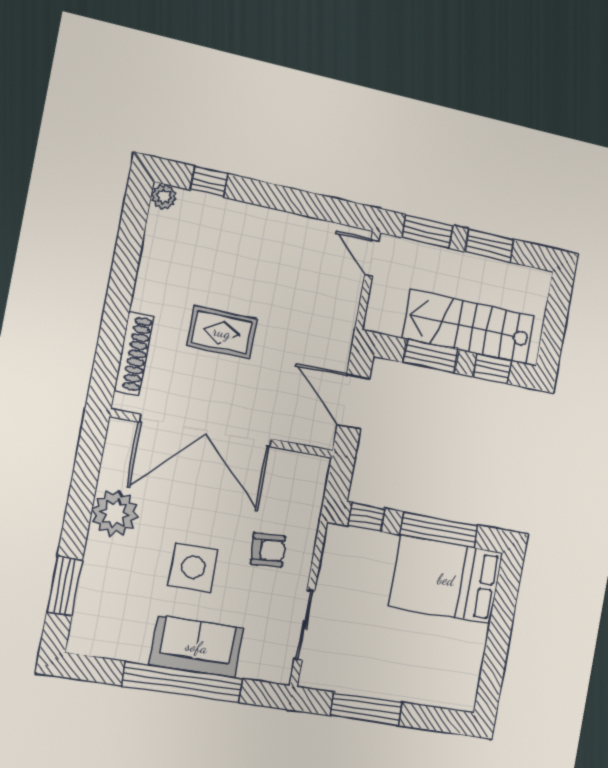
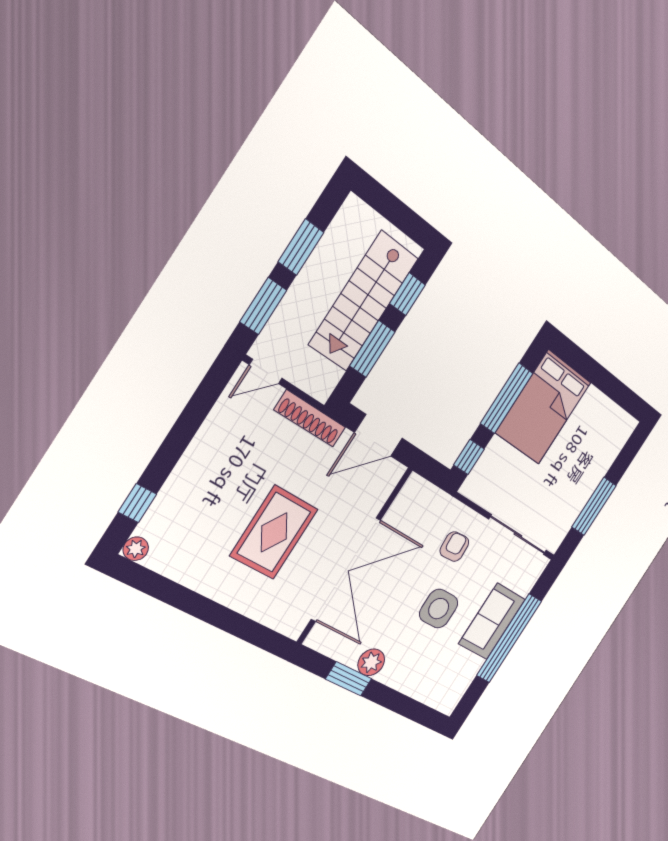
rug: (222, 332) -> (274, 532), width x1.36, depth x1.43
shoe rack: (134, 353) -> (310, 419), moved, turned 180
plant: (115, 513) -> (371, 662), width x0.73, depth x0.73
window: (65, 586) -> (349, 679), moved
sliding door: (304, 625) -> (518, 535), width x1.37

